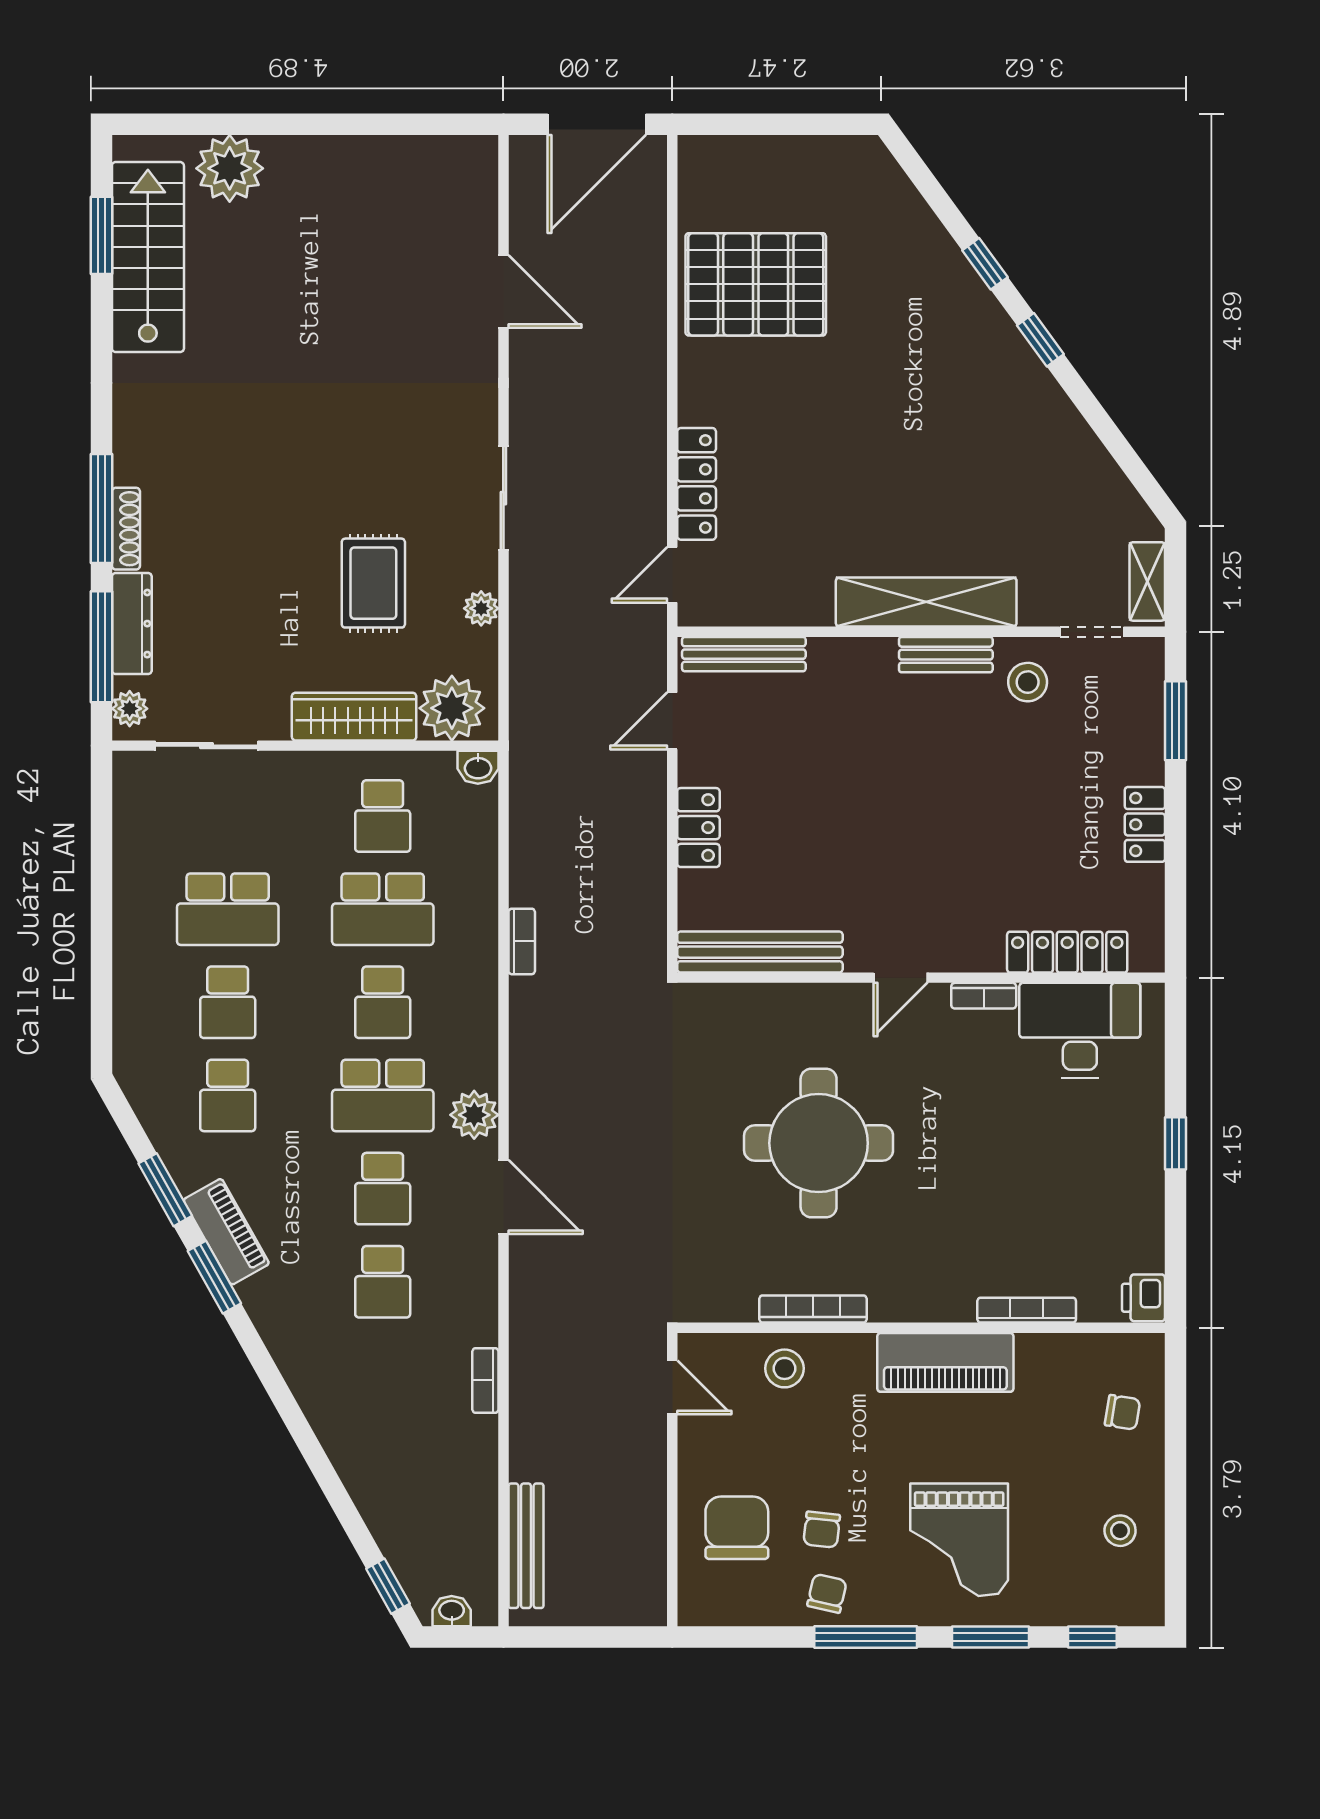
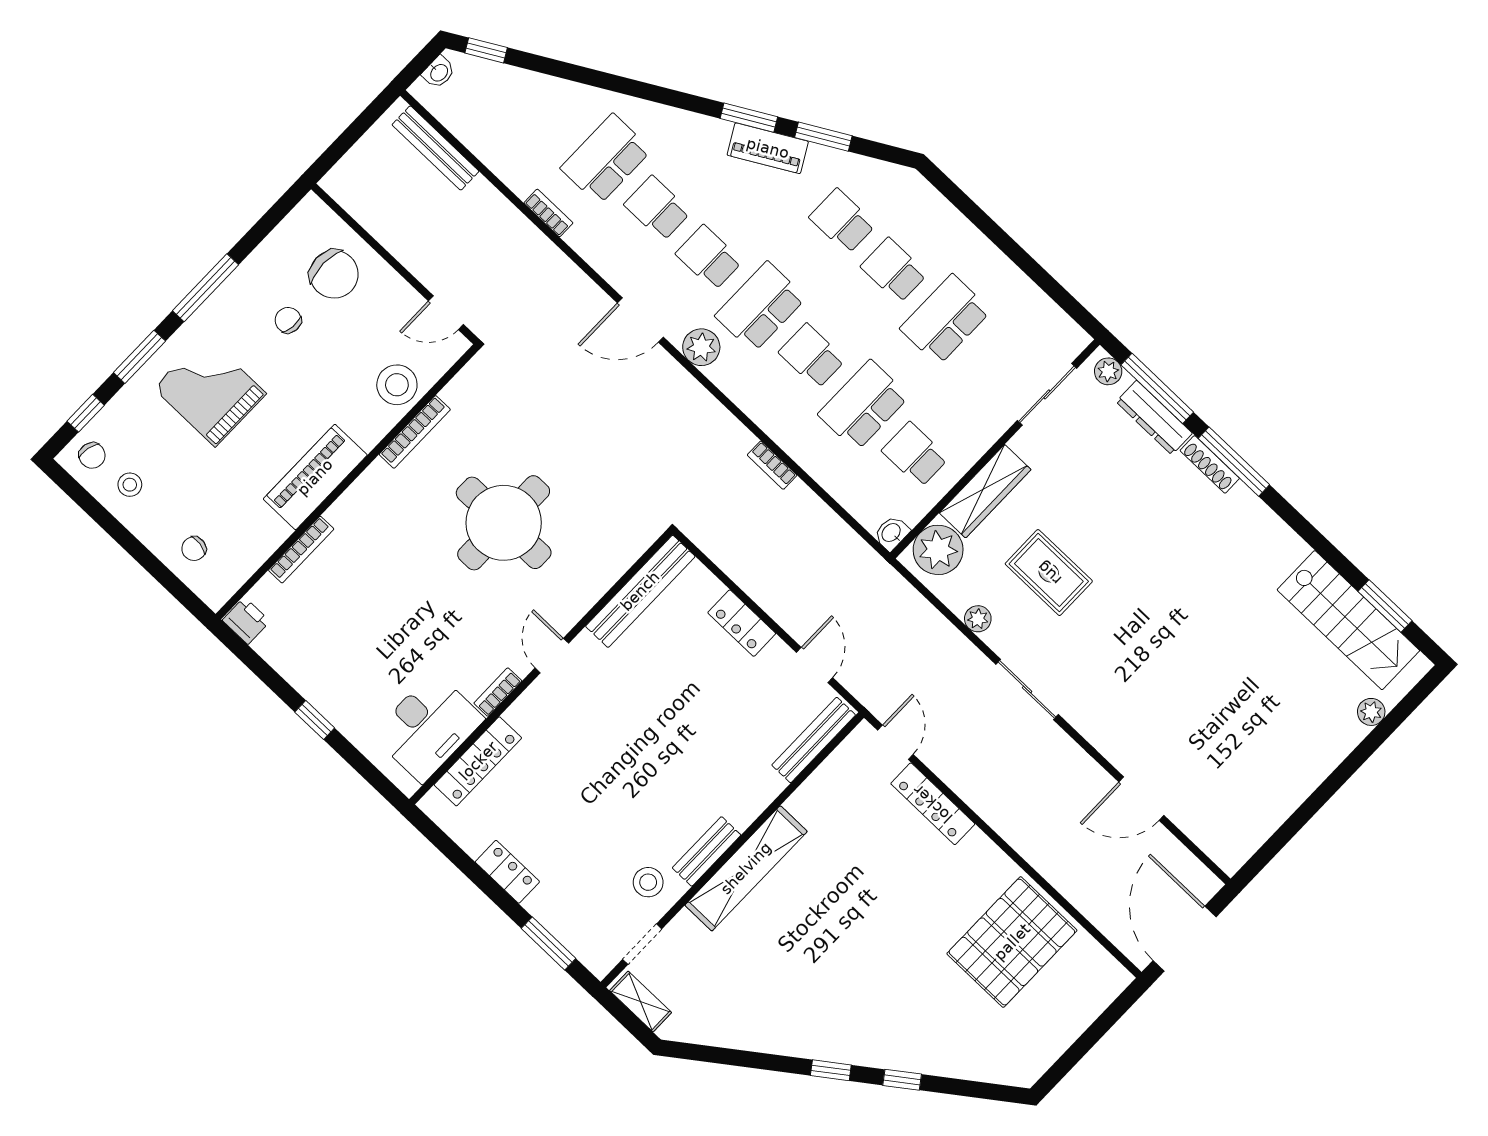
plant: (230, 168) -> (1371, 712), width x0.53, depth x0.53
stool: (784, 1368) -> (397, 385), width x1.38, depth x1.38
school desk: (383, 1375) -> (606, 159), added
chair: (827, 1593) -> (92, 455), moved

